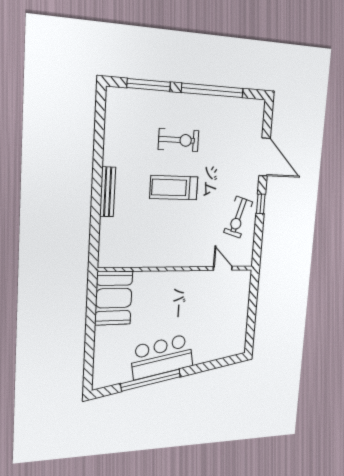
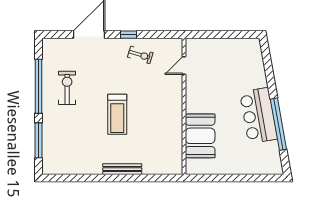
exercise bike: (179, 140) -> (67, 88), moved
exercise bike: (238, 217) -> (140, 55), width x0.73, depth x0.72
booth: (114, 298) -> (200, 136), moved, turned 90

